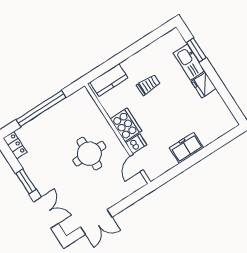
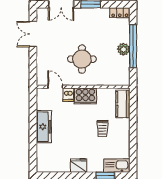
kitchen sink: (189, 62) -> (117, 166), moved
plant: (51, 117) -> (123, 49), added
freezer: (186, 148) -> (44, 127), width x1.40

